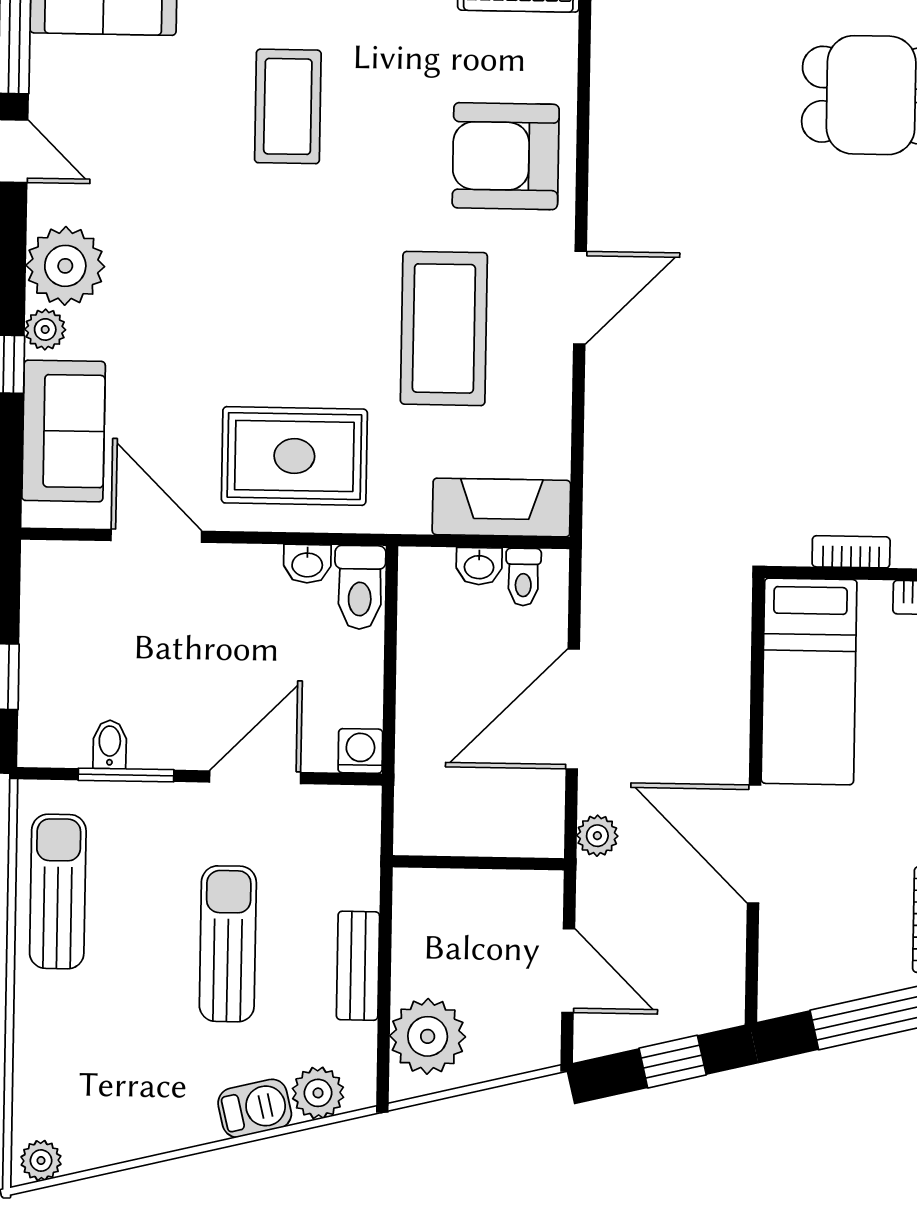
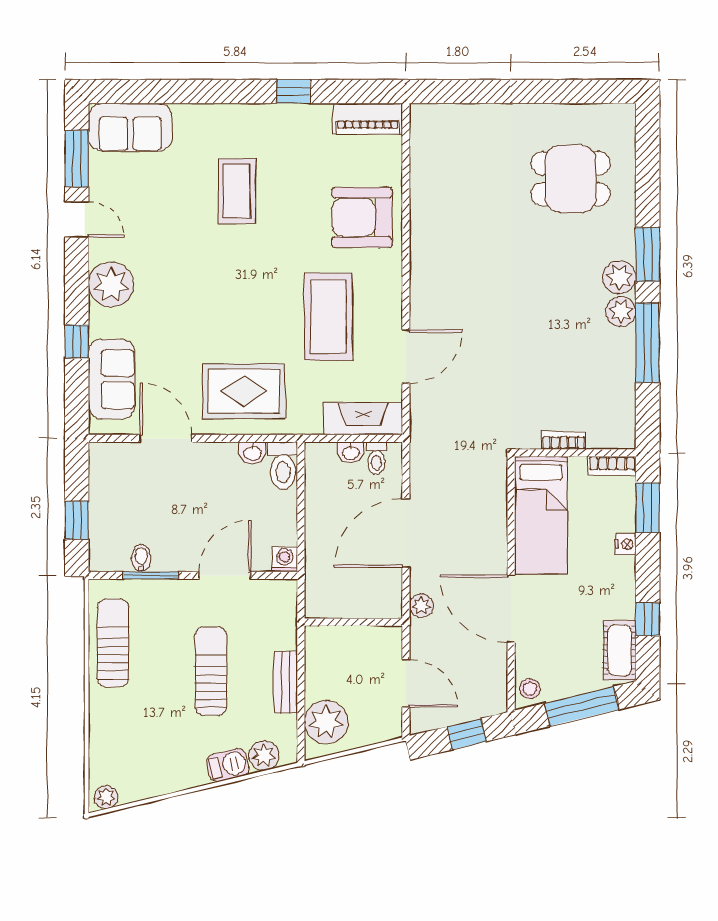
door: (580, 298) -> (406, 356), moved
plant: (45, 329) -> (100, 321), removed
stool: (784, 984) -> (530, 689), added

